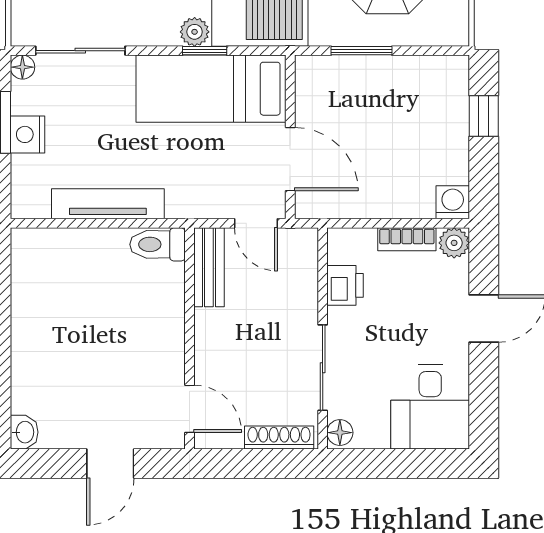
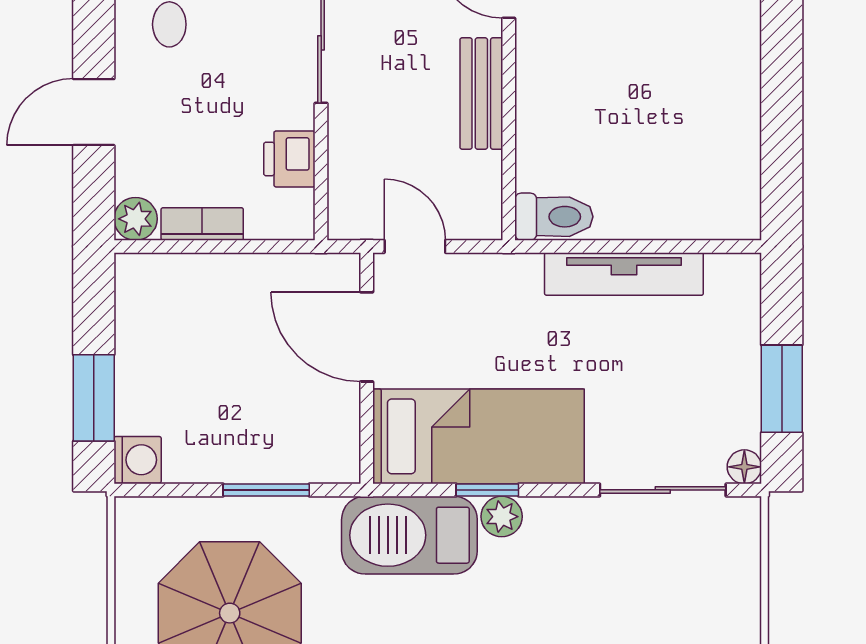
window: (484, 116) -> (94, 398), width x1.50
nightstand: (28, 134) -> (737, 372), removed
washing machine: (453, 202) -> (138, 460), moved, turned -90
bench: (209, 267) -> (481, 93), moved

